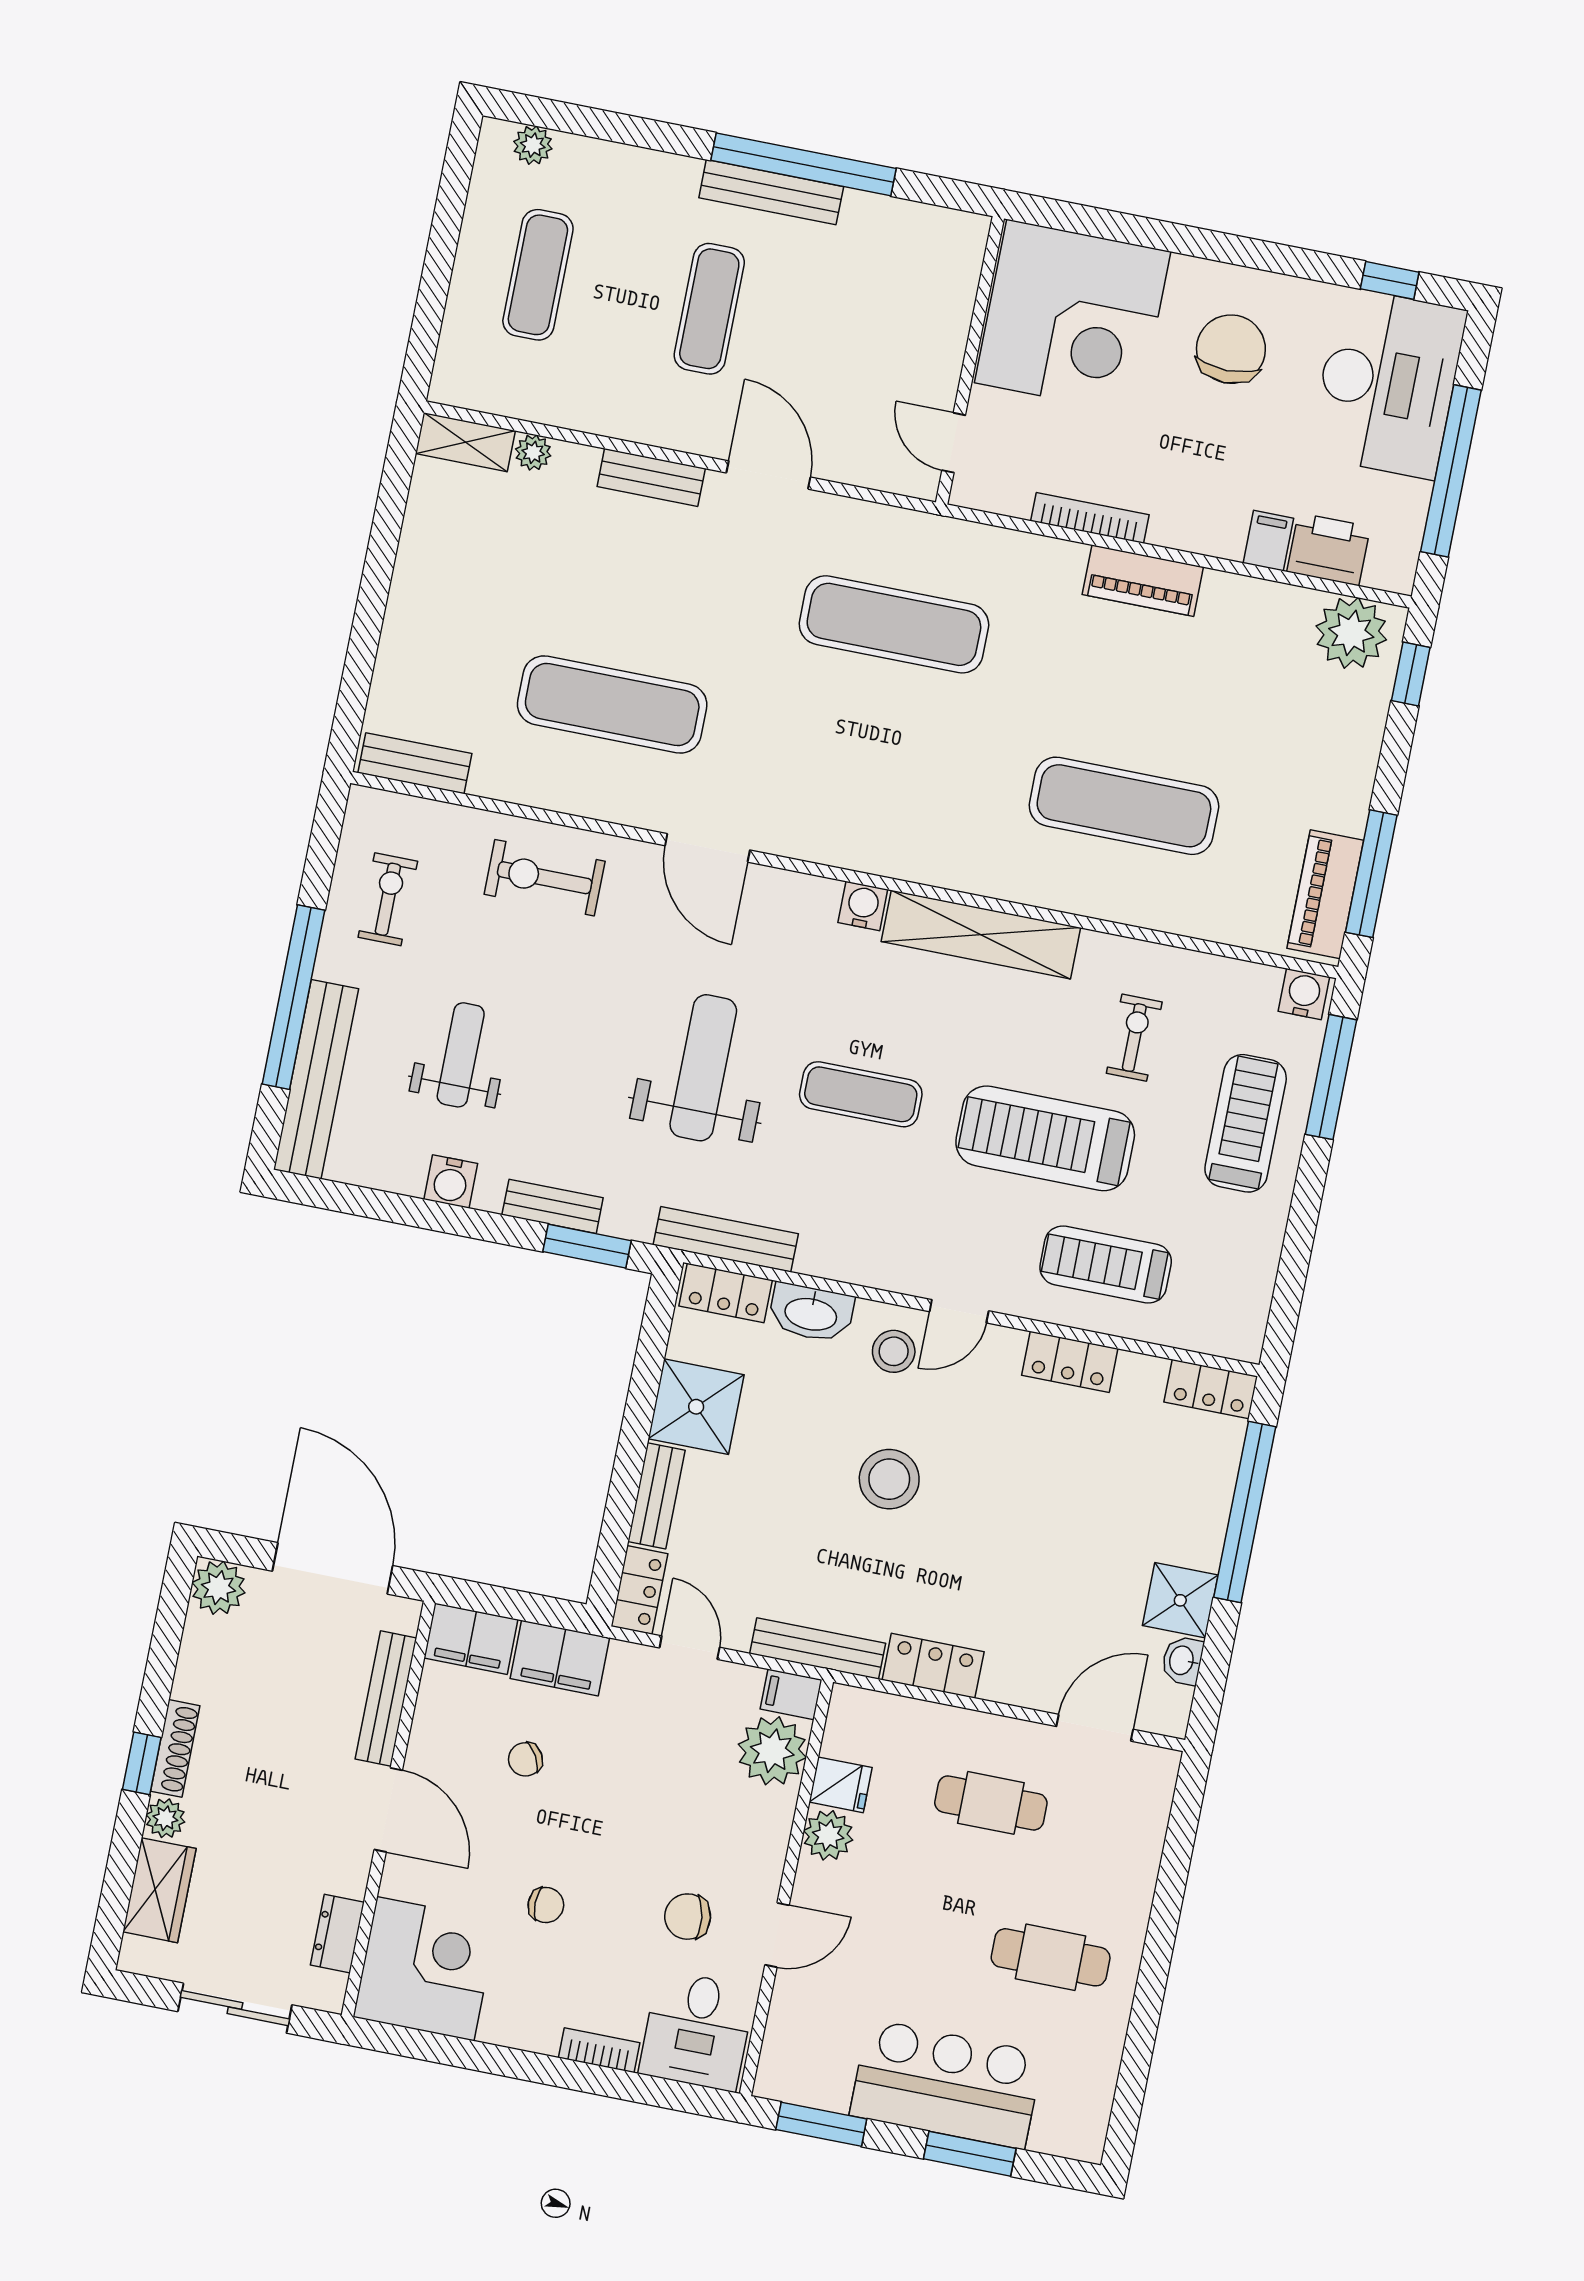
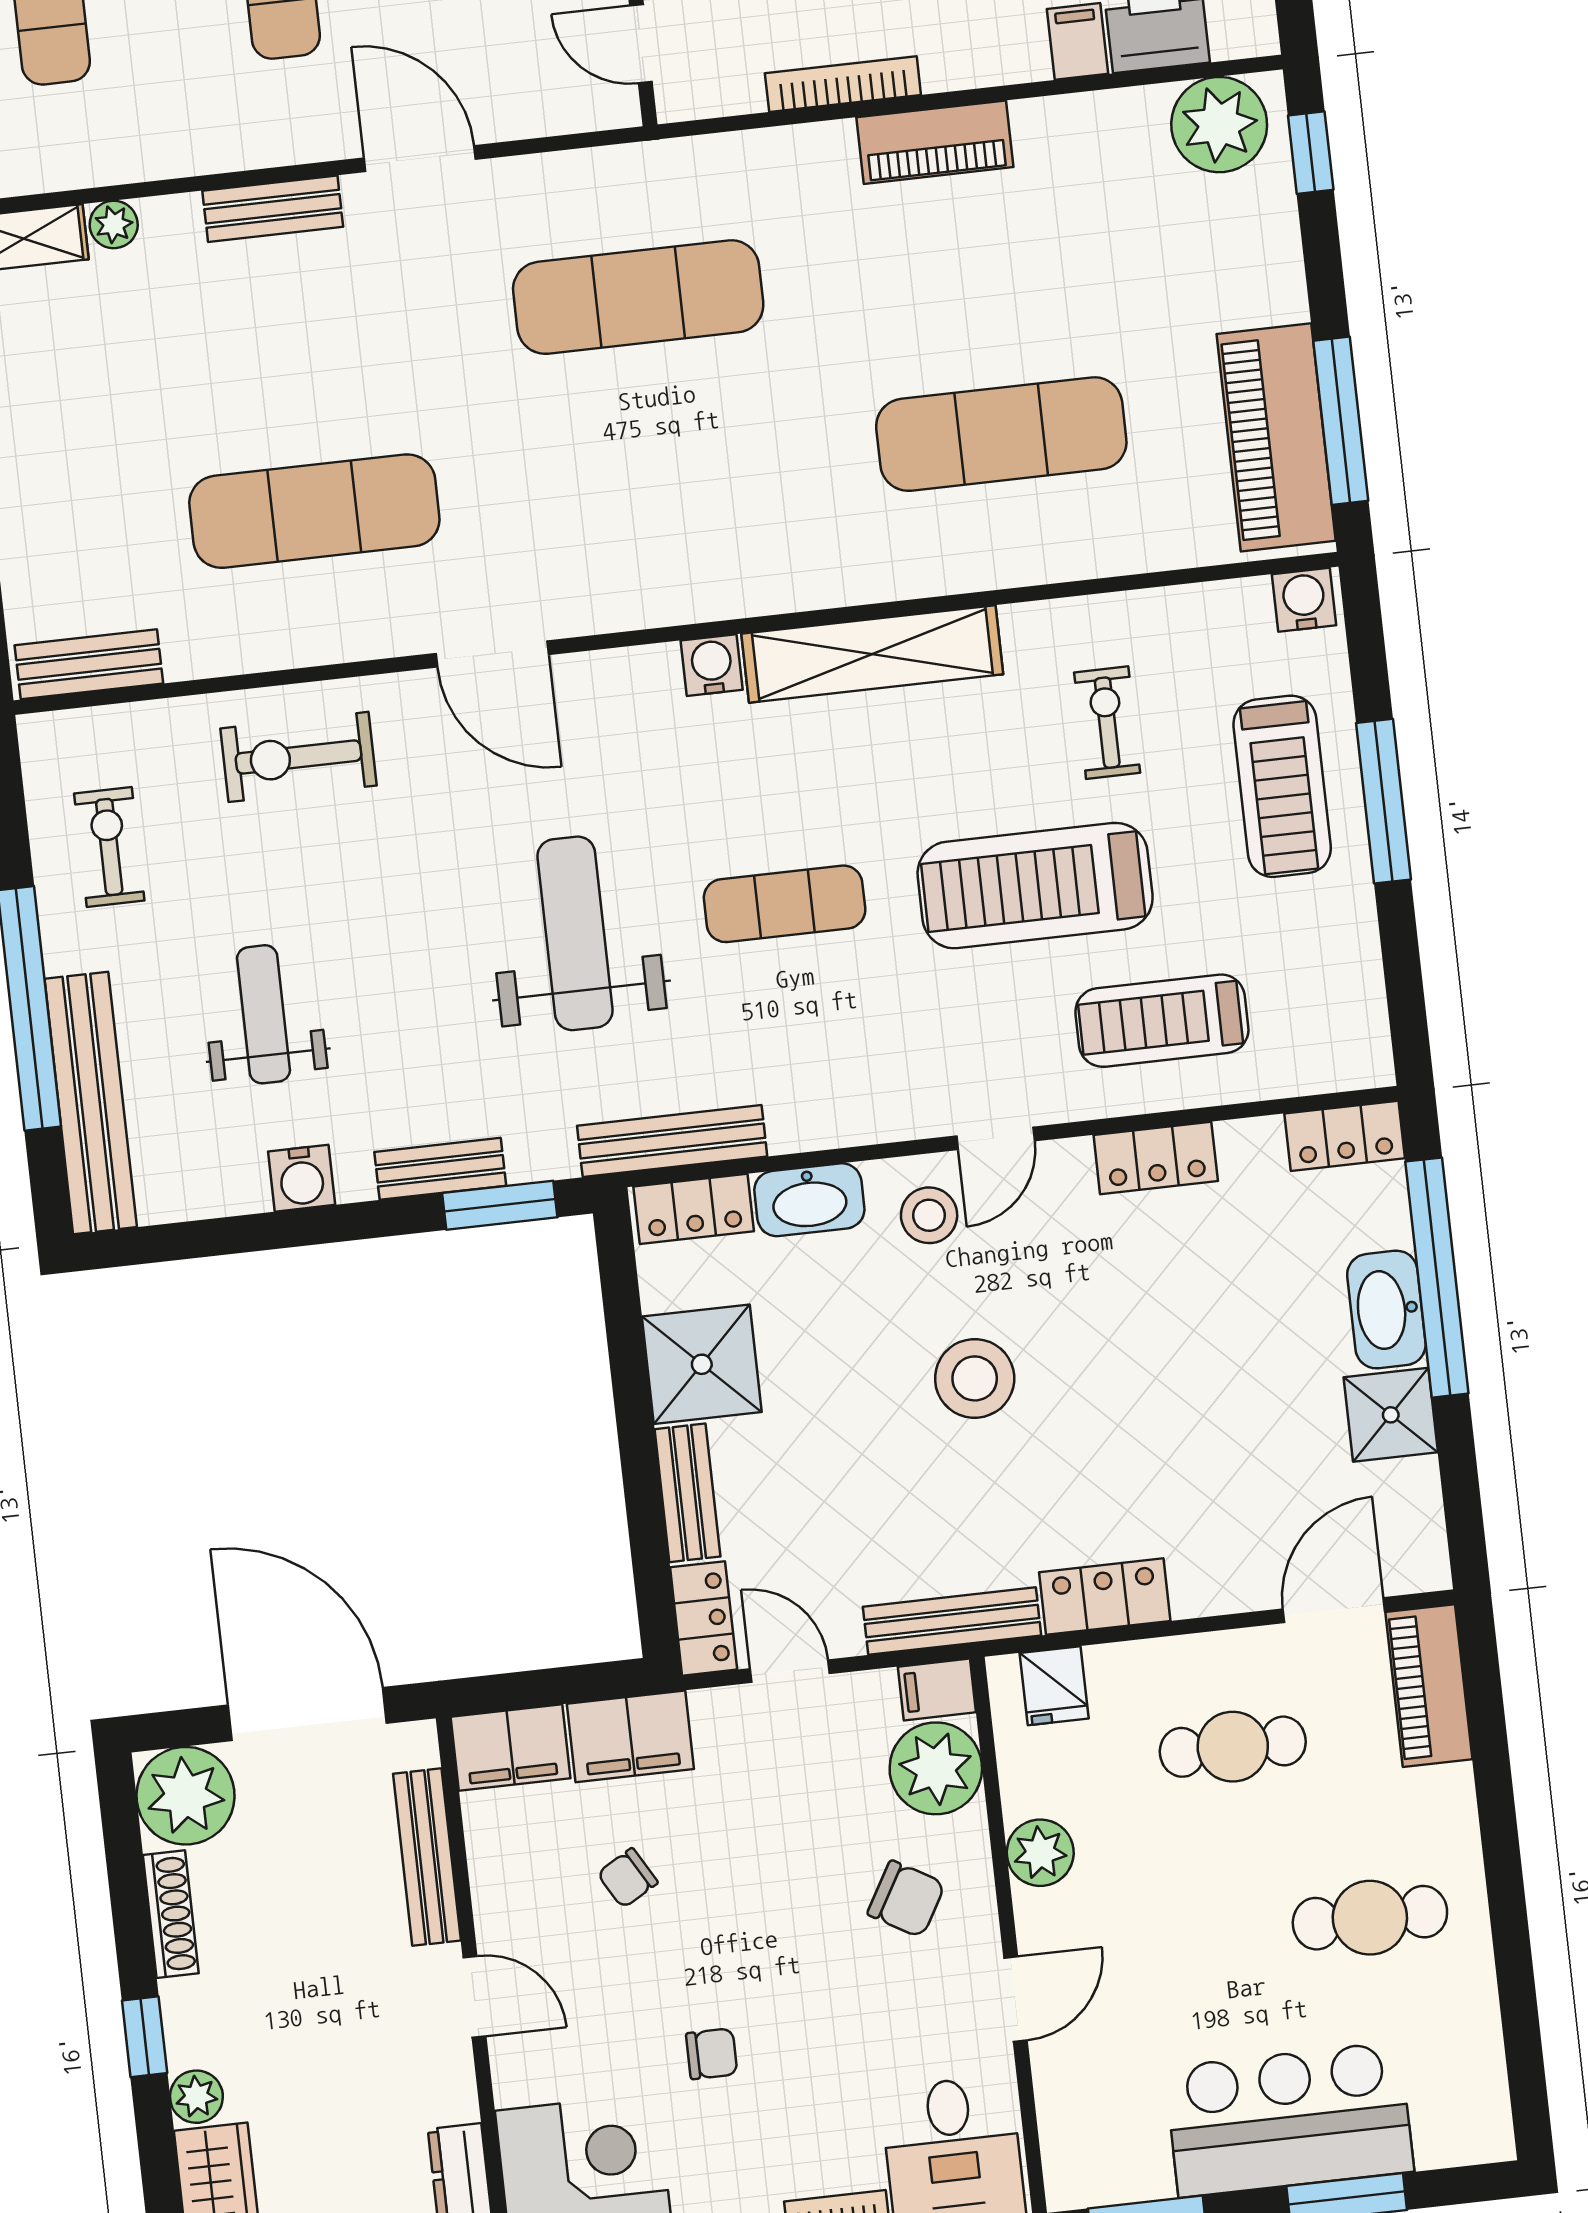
piano: (1325, 894) -> (1276, 437), width x1.37, depth x1.33
window: (1331, 1077) -> (1383, 801), moved
treadmill: (1246, 1123) -> (1282, 786), turned 180
plant: (218, 1588) -> (186, 1796), width x1.36, depth x1.36
washbasin: (1182, 1661) -> (1386, 1310), moved, width x1.91, depth x1.45
shoe rack: (175, 1748) -> (171, 1914), moved
fridge: (841, 1785) -> (1054, 1686), moved, turned 90
piano: (1146, 1804) -> (1429, 1686), added
door: (388, 1810) -> (475, 1997), width x0.73
chair: (688, 1917) -> (906, 1899), moved, turned -142

